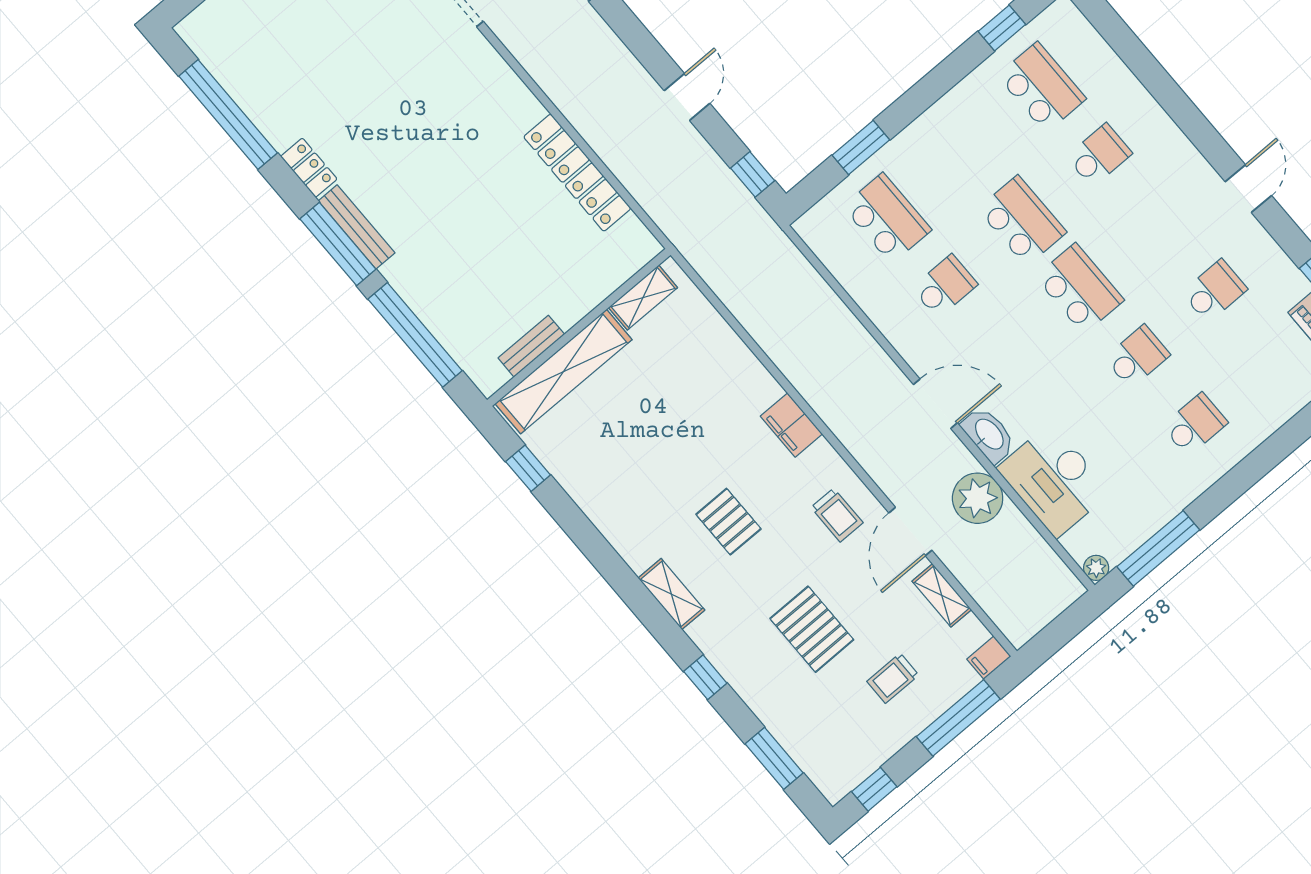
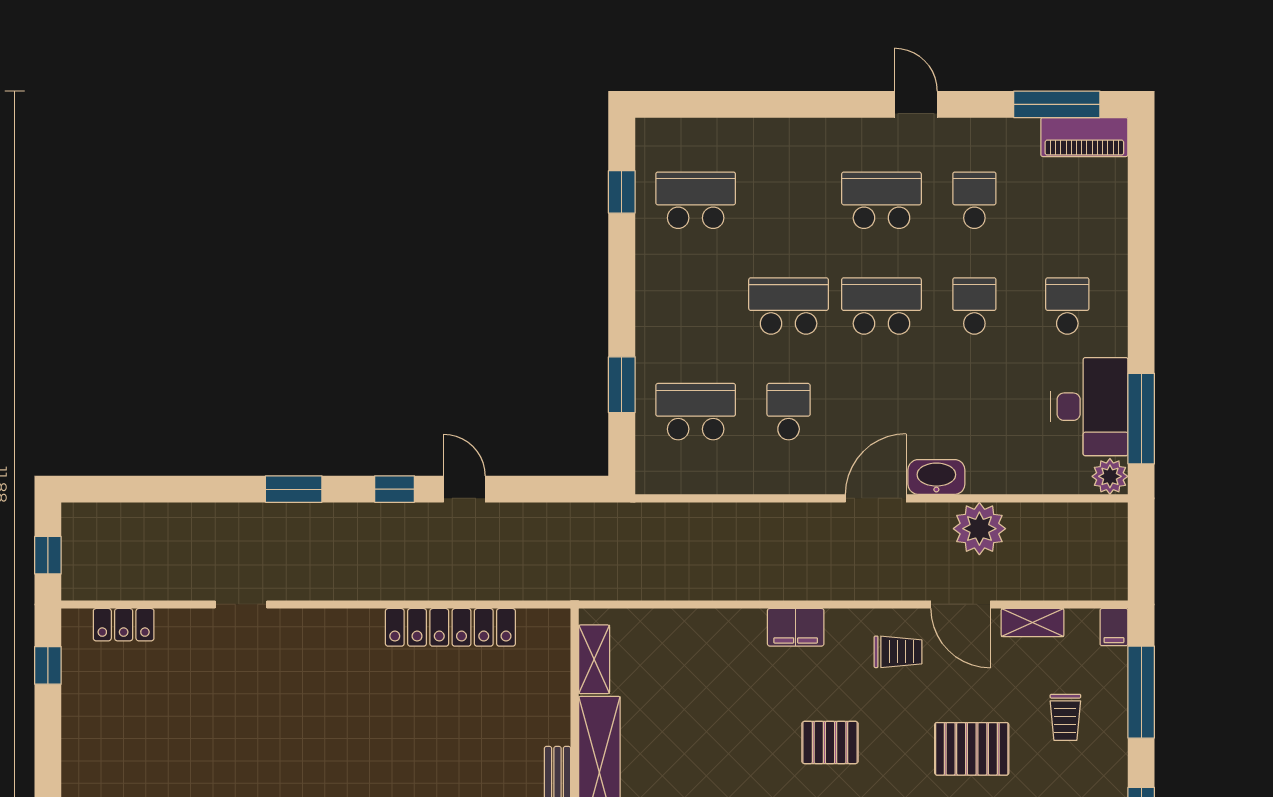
school desk: (1099, 155) -> (881, 200), moved, width x1.85
window: (753, 174) -> (395, 489), moved
desk: (1054, 480) -> (1089, 407), moved, turned -90
plant: (1096, 568) -> (1110, 476), width x1.38, depth x1.38

